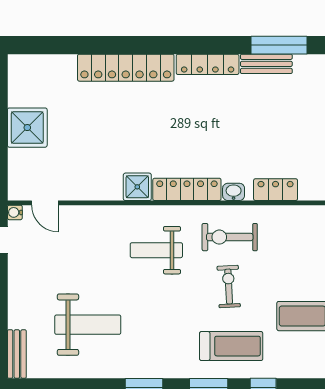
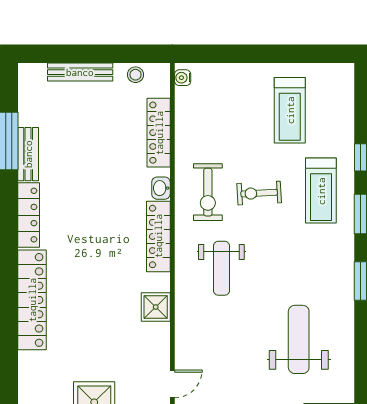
shower: (137, 187) -> (156, 307), moved
locker: (276, 190) -> (159, 133), width x1.53
treadmill: (231, 346) -> (321, 191), turned 180

